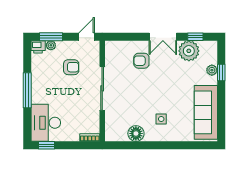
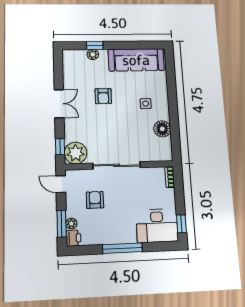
window: (195, 37) -> (60, 147), moved
plant: (189, 51) -> (76, 153), moved
armchair: (141, 61) -> (103, 96), moved

